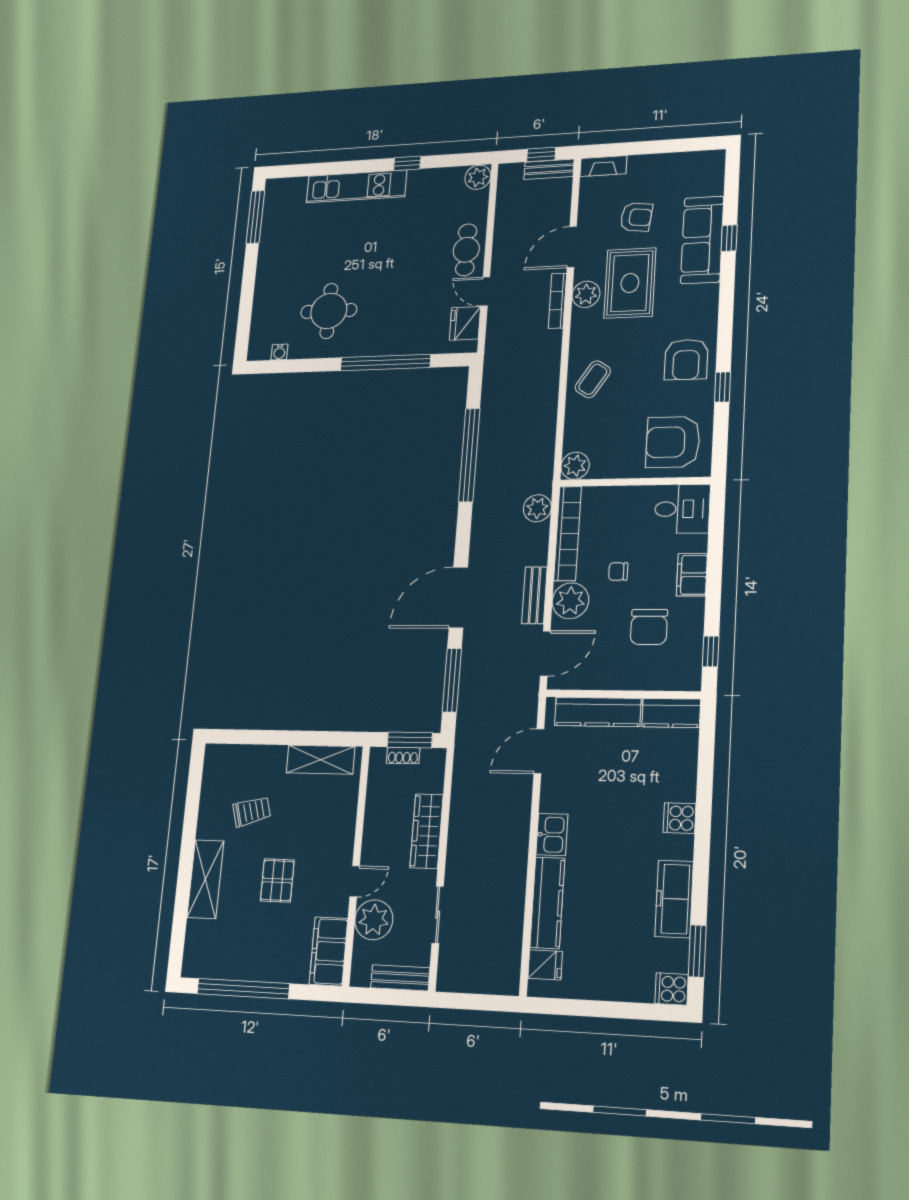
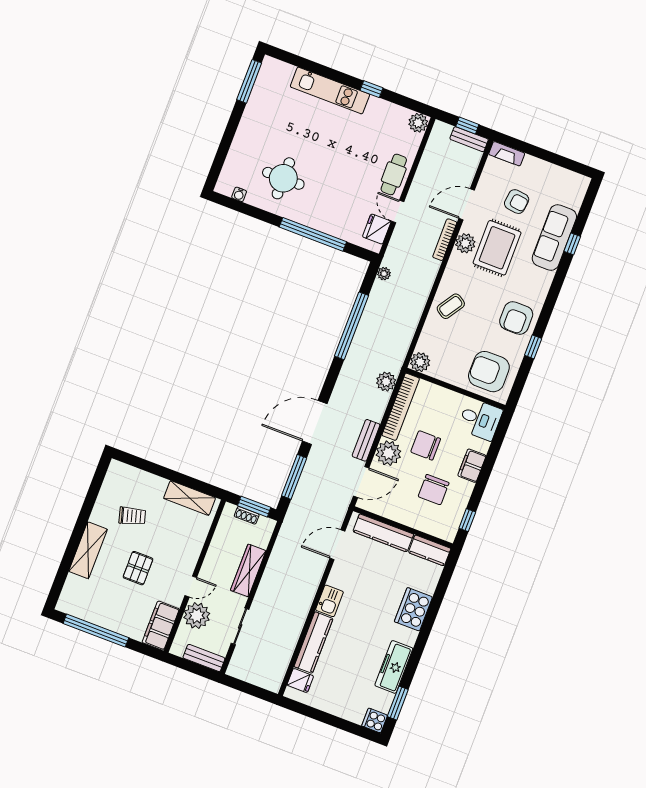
plant: (491, 374) -> (384, 274), added
chair: (618, 572) -> (426, 445), width x1.87, depth x1.87
cooker: (679, 818) -> (413, 609), width x1.87, depth x1.31

